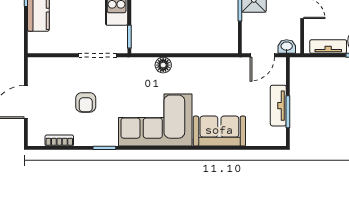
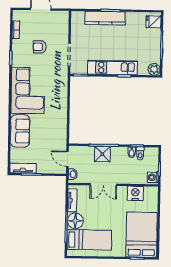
floor lamp: (163, 65) -> (62, 96), removed
tv unit: (278, 106) -> (23, 168), moved

